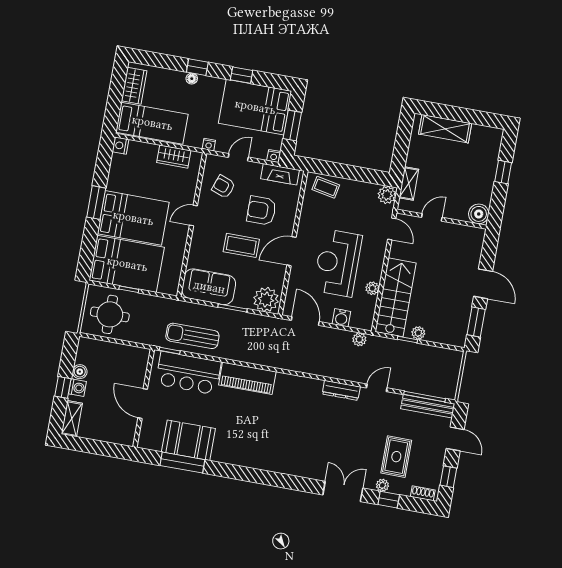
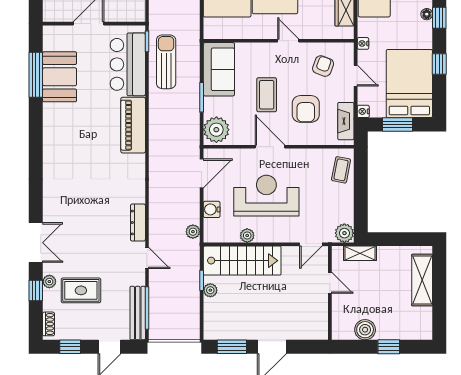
armchair: (262, 210) -> (306, 109), turned 180
boiler: (479, 214) -> (365, 330), moved

